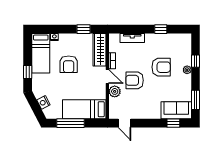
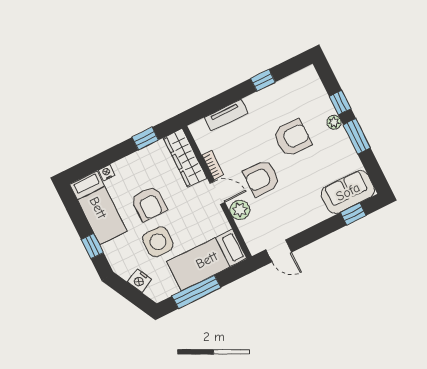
side table: (63, 87) -> (158, 242), added
window: (196, 100) -> (357, 136), moved

